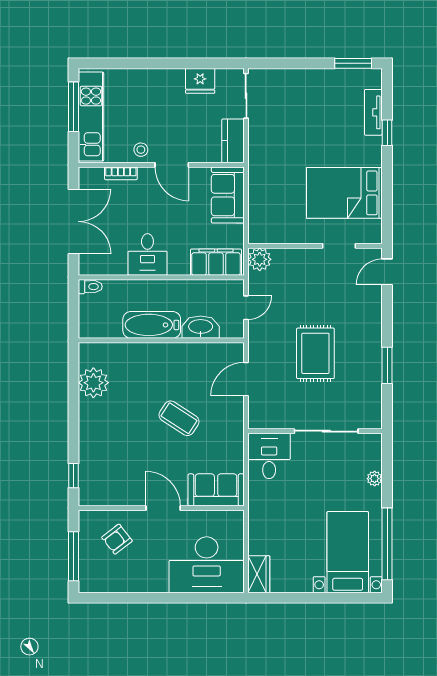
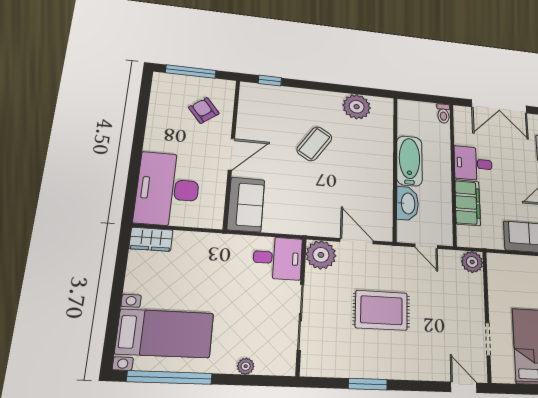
filing cabinet: (216, 262) -> (468, 203), moved
plant: (263, 414) -> (321, 255), added
coffee table: (179, 418) -> (314, 144), moved

